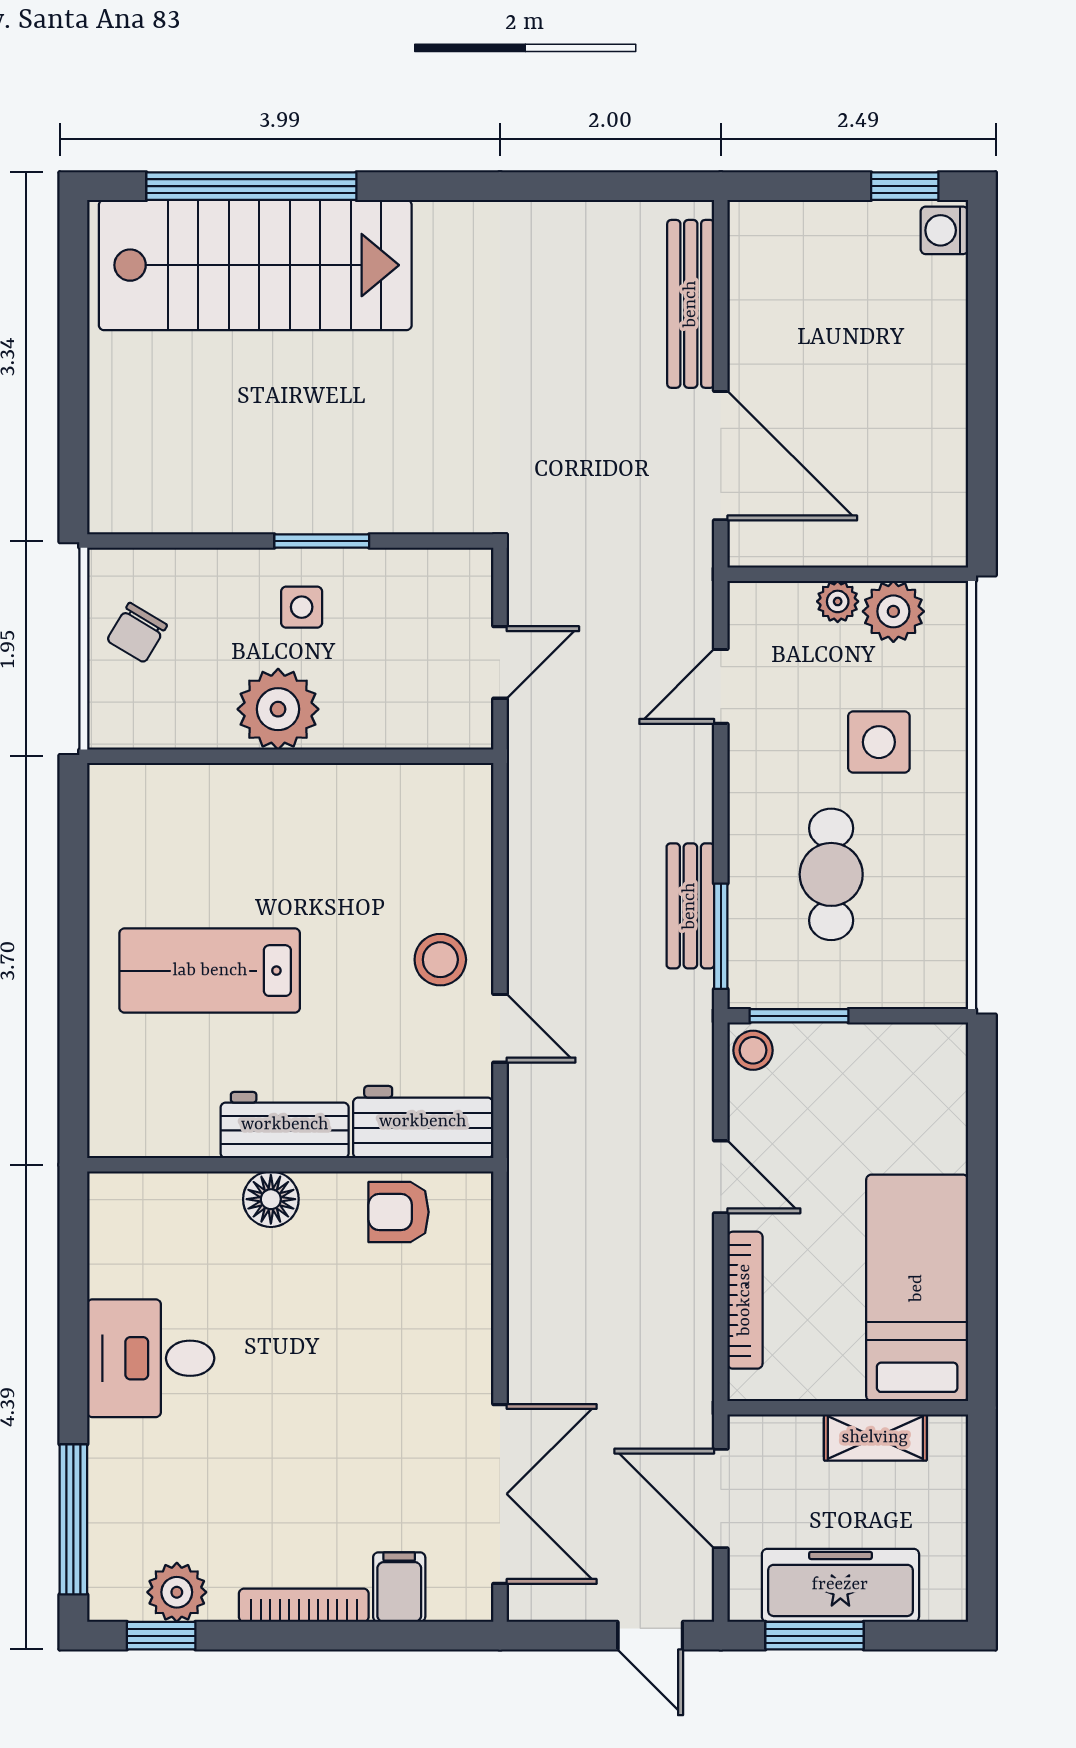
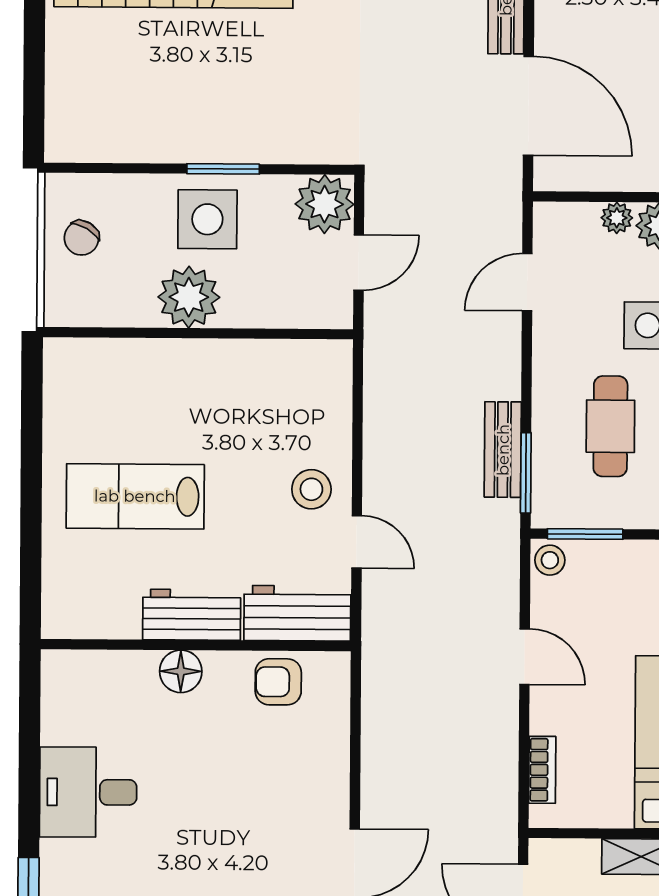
plant: (455, 586) -> (325, 204), added
side table: (302, 607) -> (207, 219), width x1.87, depth x1.87
bookcase: (745, 1300) -> (542, 770), width x0.64

